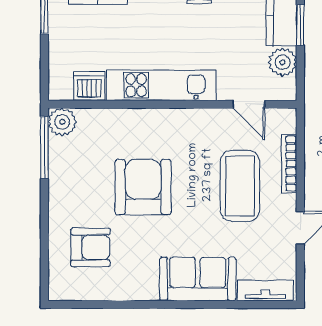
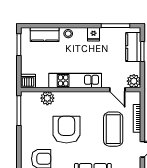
plant: (283, 62) -> (134, 81), moved
dishwasher: (89, 86) -> (28, 81), moved
plant: (62, 122) -> (47, 98), moved

